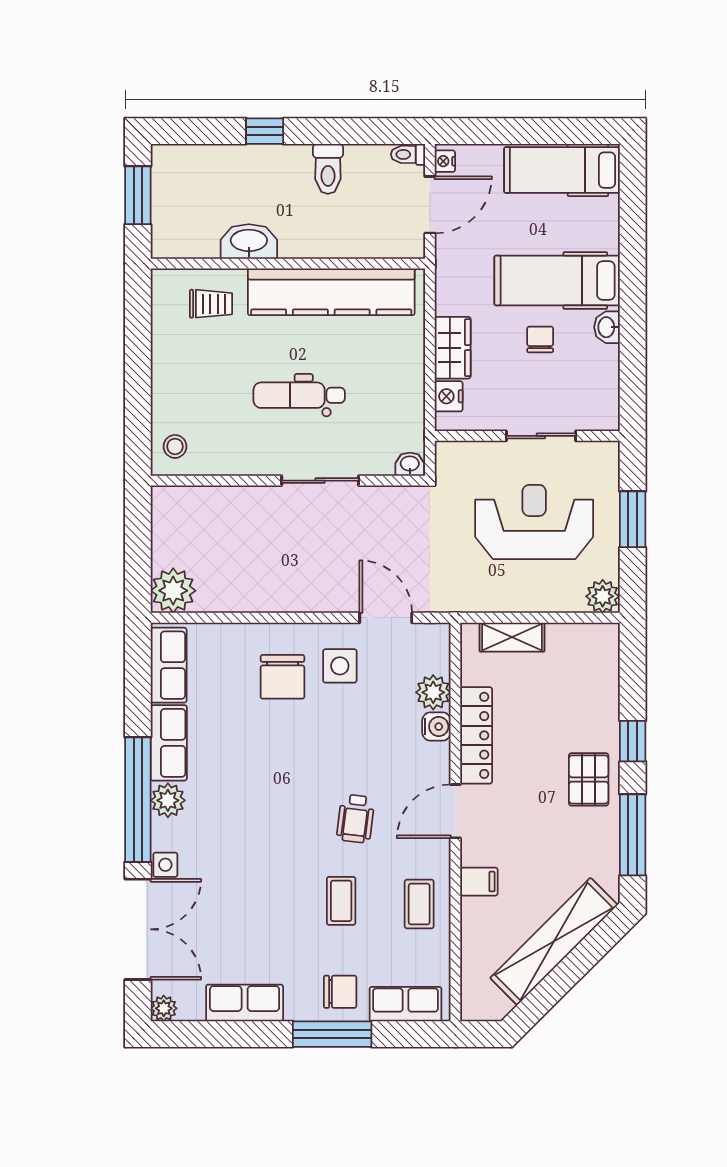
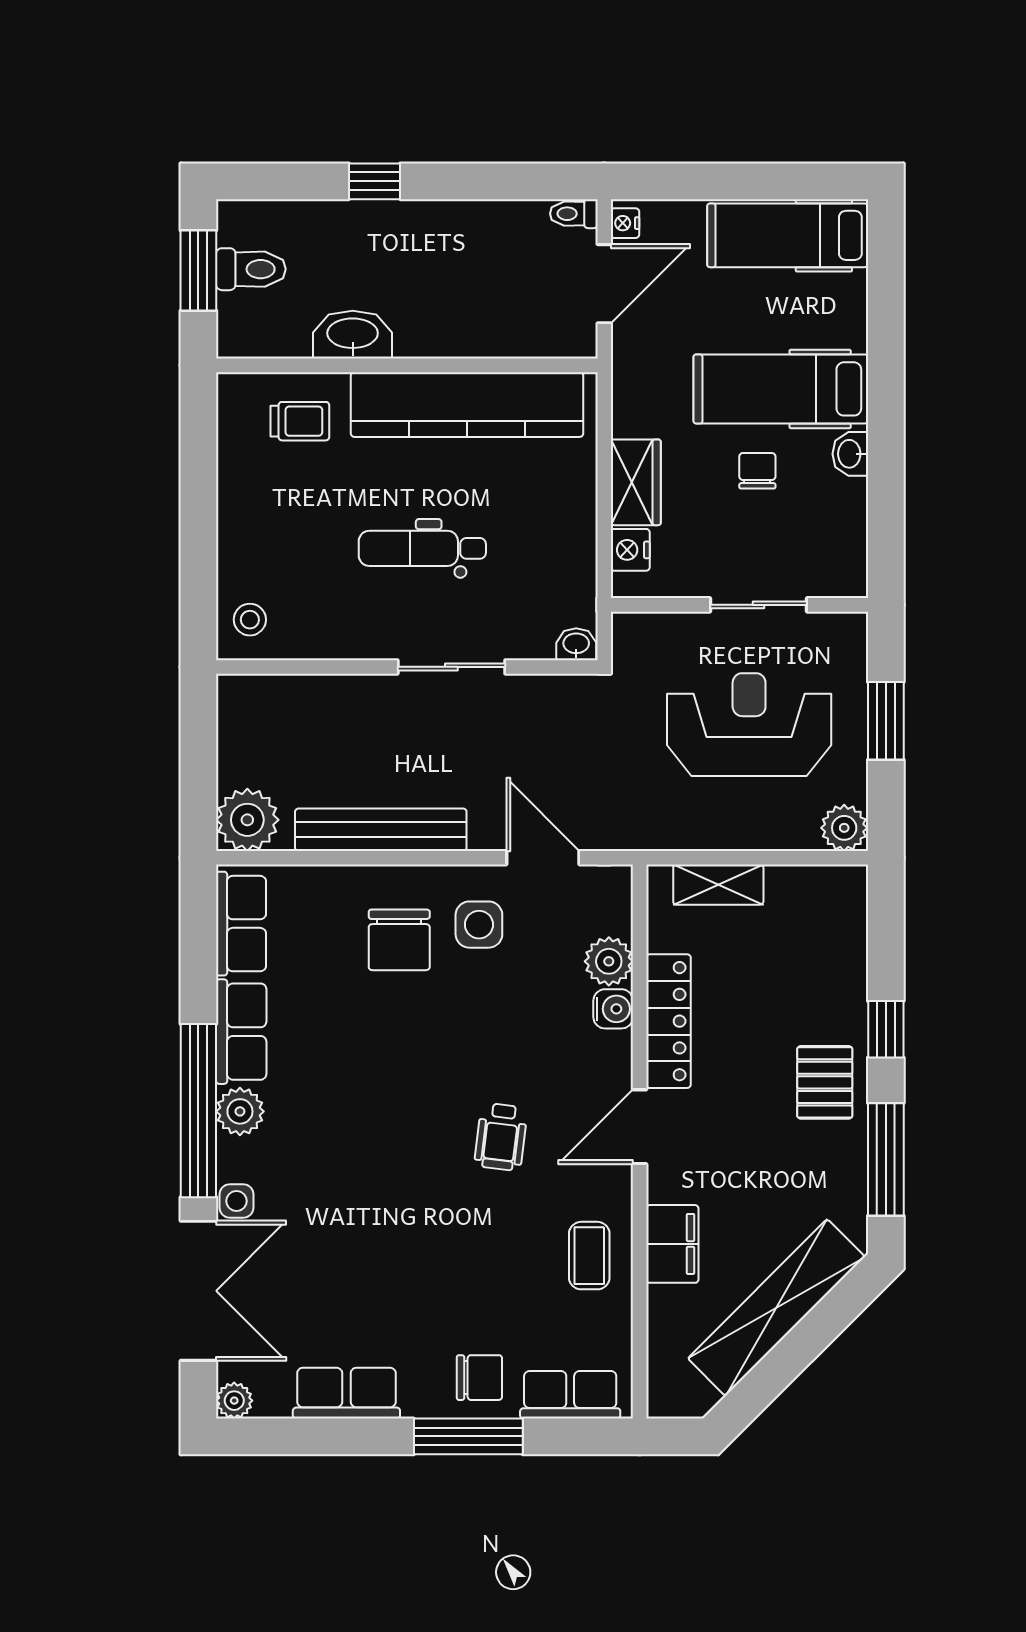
toilet: (328, 169) -> (251, 269), moved, turned -90
bench: (269, 598) -> (381, 830), added
filing cabinet: (479, 882) -> (672, 1244), width x2.00
coffee table: (341, 901) -> (481, 1251), removed

